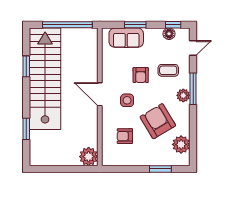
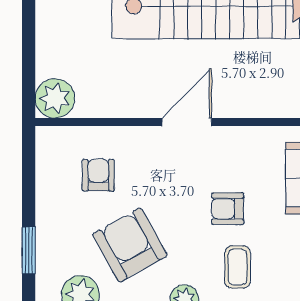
side table: (127, 100) -> (174, 180), removed
armchair: (158, 121) -> (130, 245), turned -88

